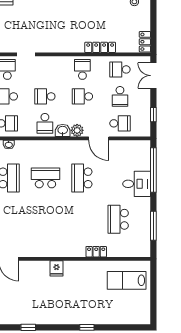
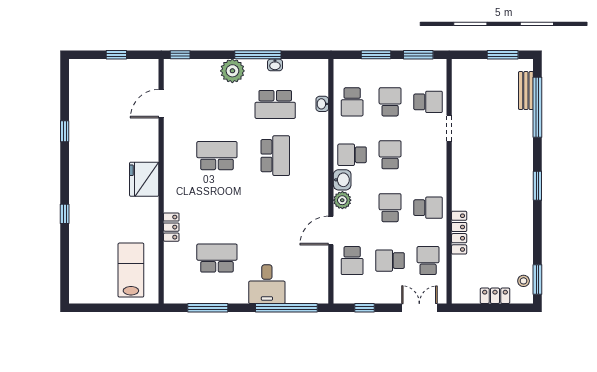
locker: (145, 42) -> (495, 296), moved
school desk: (82, 178) -> (217, 156), moved
fridge: (56, 268) -> (144, 179), width x1.88, depth x1.34

